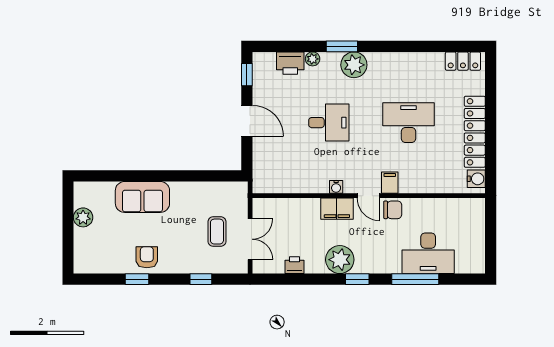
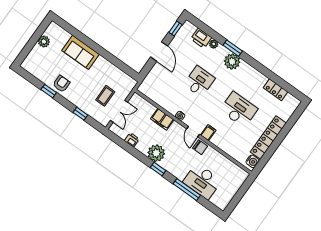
locker: (463, 61) -> (276, 90), moved
desk: (329, 123) -> (199, 81), turned -90
filing cabinet: (337, 209) -> (162, 119), moved

